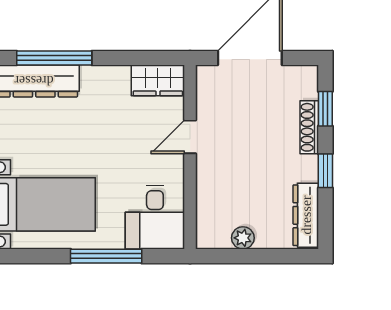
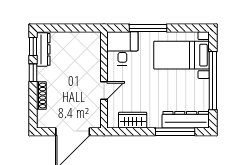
wardrobe: (158, 80) -> (133, 120), moved
window: (325, 109) -> (33, 47), moved
plant: (243, 238) -> (76, 38), removed

